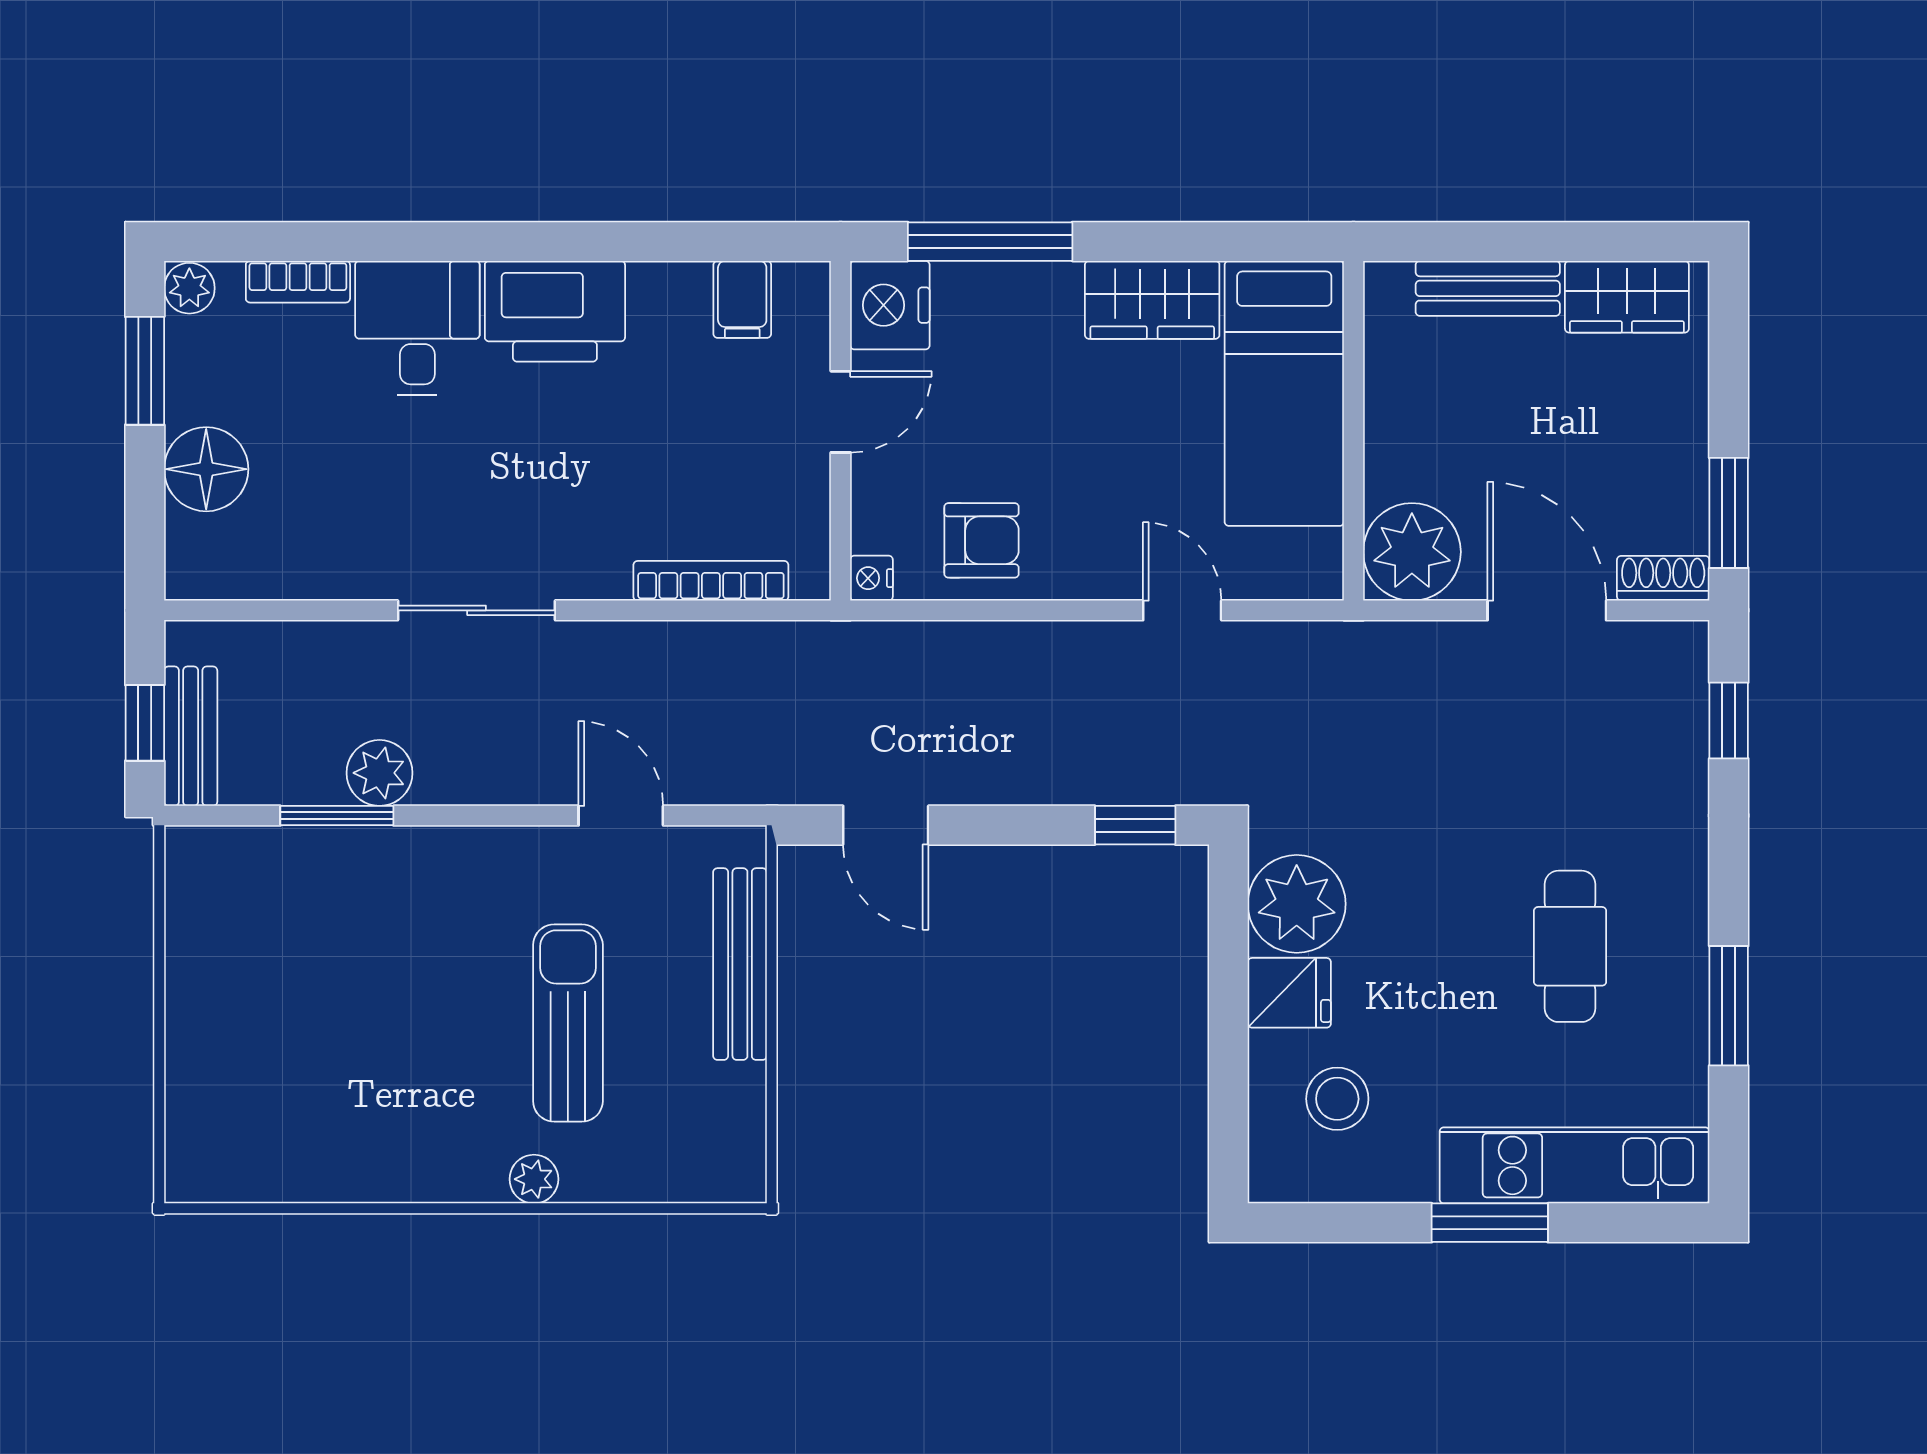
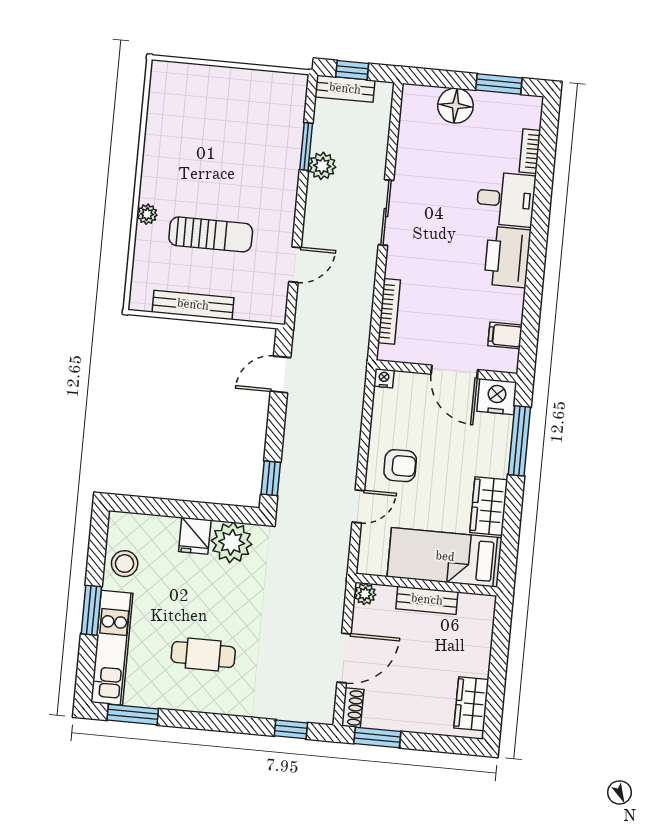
plant: (189, 288) -> (531, 106), removed
bench: (1488, 288) -> (427, 600), moved, turned 90
door: (841, 412) -> (454, 372), width x1.38
armchair: (981, 540) -> (400, 466), moved, turned -90
plant: (1412, 552) -> (365, 594), width x0.53, depth x0.53
bench: (740, 964) -> (193, 305), moved
window: (1729, 1006) -> (133, 714), moved
stool: (1337, 1099) -> (125, 564), moved

